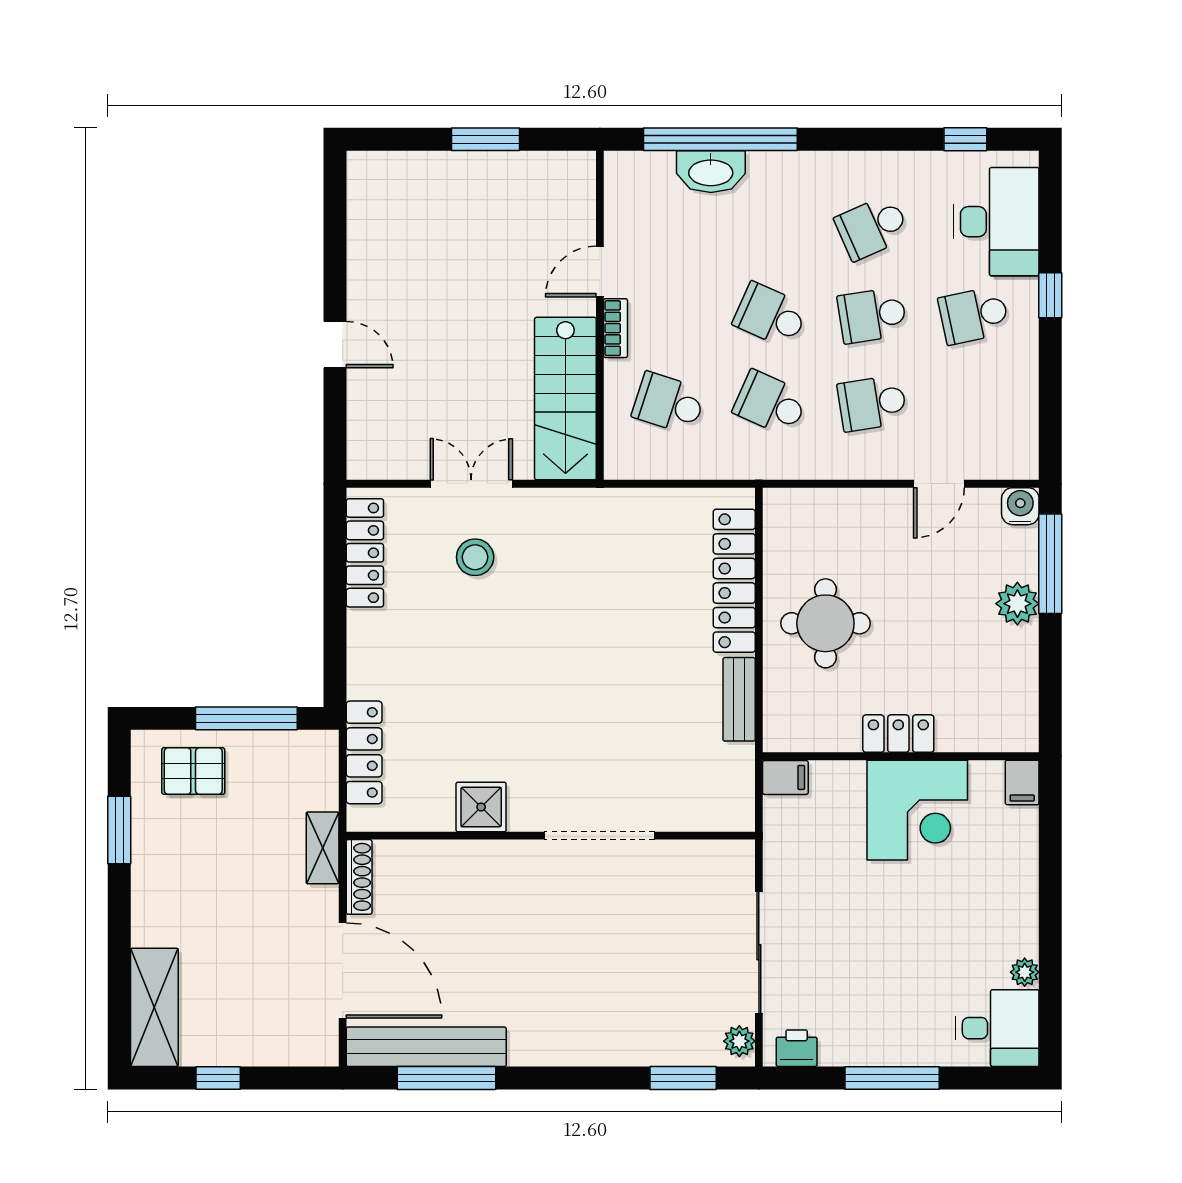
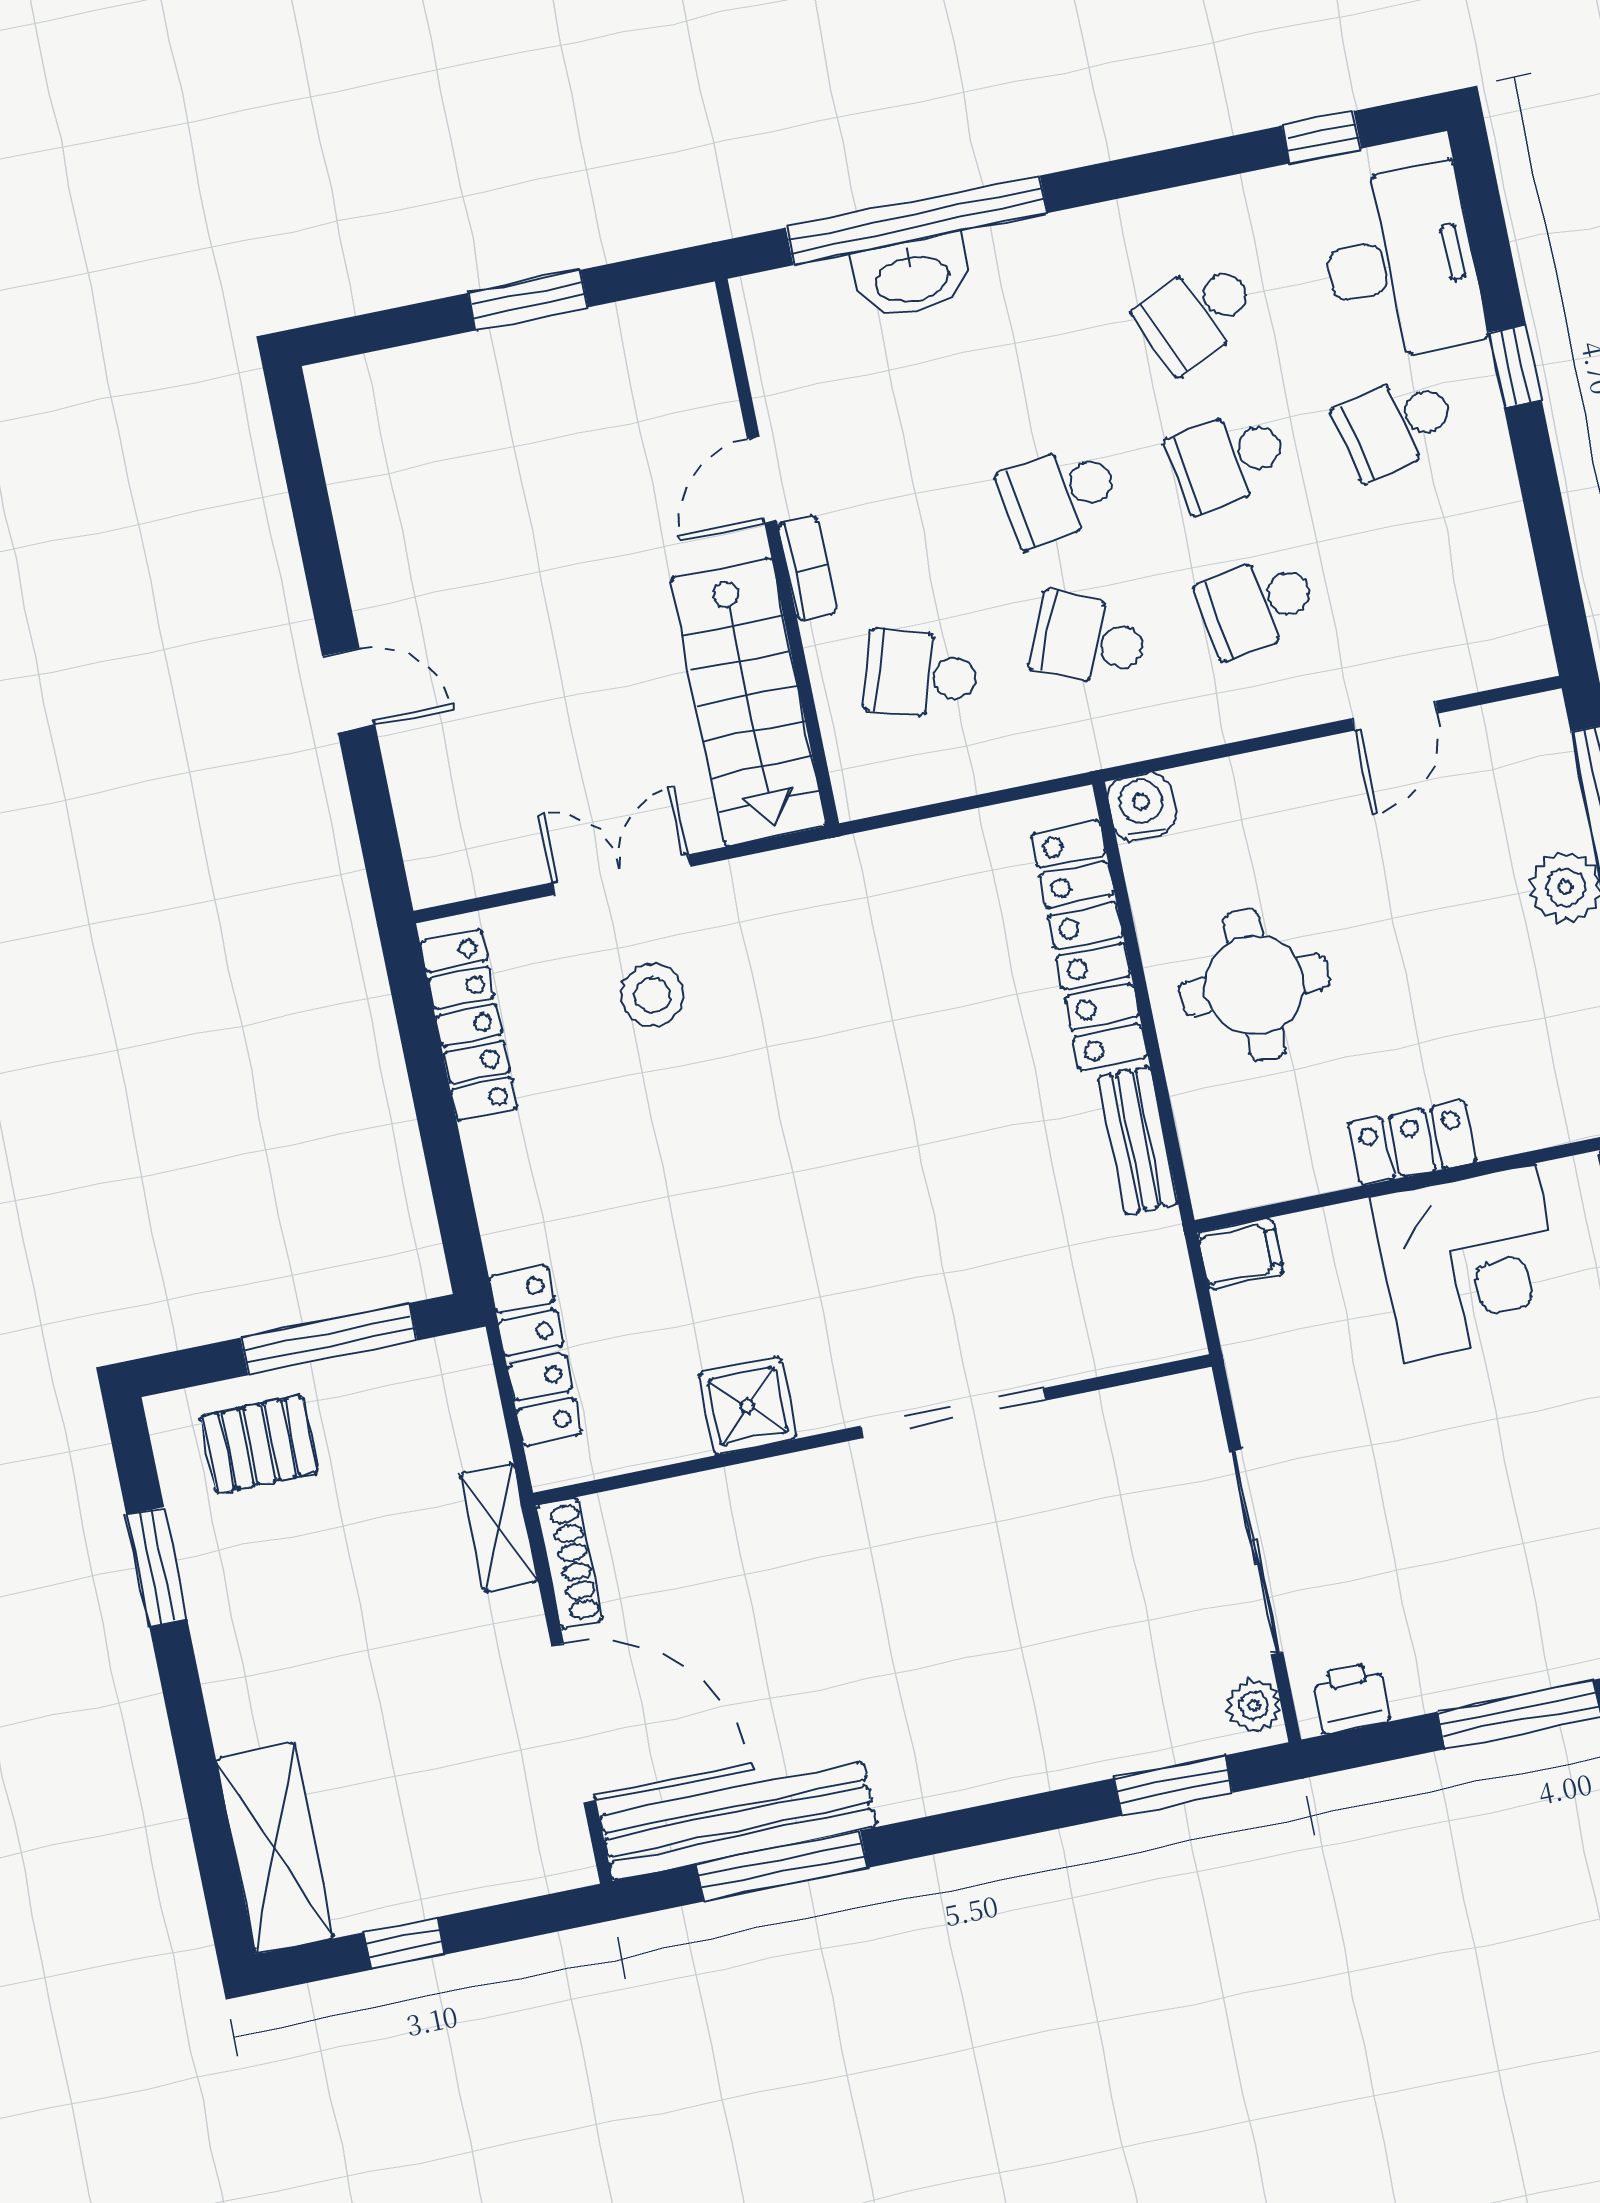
school desk: (770, 315) -> (1059, 494), turned -33
water cooler: (1020, 506) -> (1142, 806), moved

